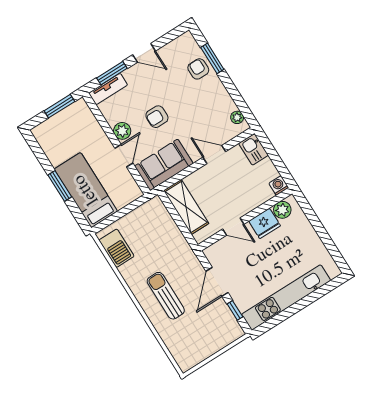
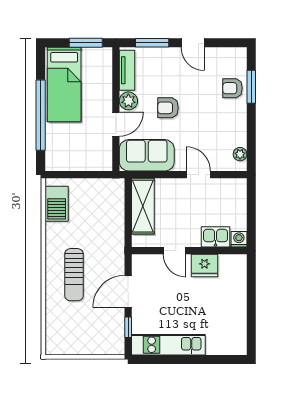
armchair: (198, 69) -> (233, 88), turned -90
tv unit: (108, 89) -> (127, 70), moved, turned -90
kitchen sink: (253, 149) -> (216, 237), moved, turned 90
window: (60, 186) -> (41, 115), width x2.11
bed: (86, 190) -> (64, 85), moved, turned 180
plant: (282, 210) -> (228, 263), removed
sun lounger: (166, 296) -> (74, 275), turned 180
kitchen unit: (286, 297) -> (168, 345), width x0.73

